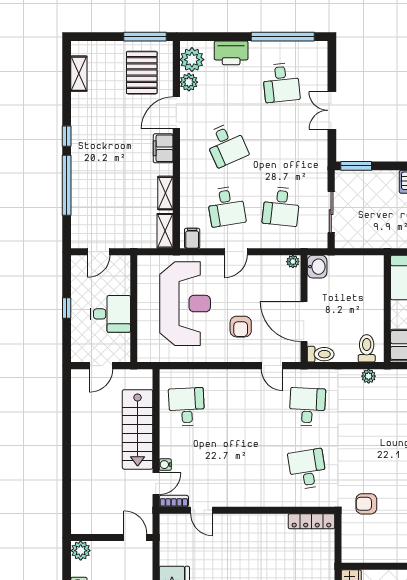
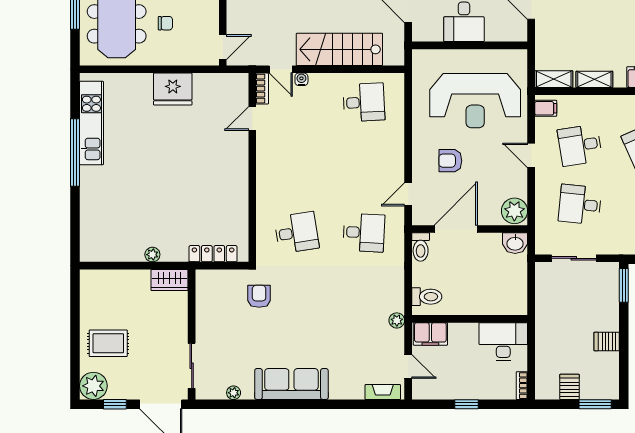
plant: (293, 262) -> (514, 211), width x1.87, depth x1.87
plant: (369, 376) -> (397, 320), moved
locker: (311, 521) -> (213, 254), moved, turned 90

